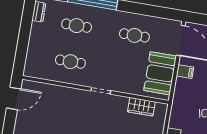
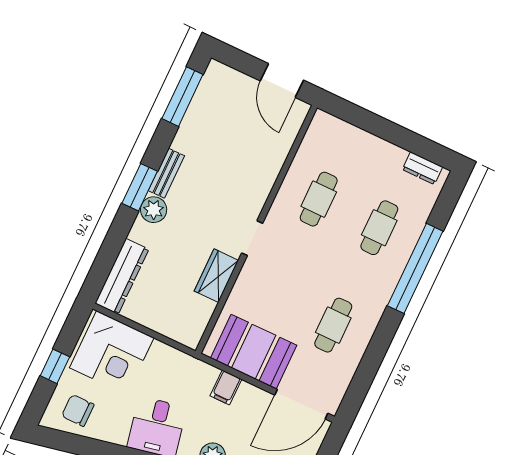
filing cabinet: (185, 72) -> (226, 387), moved
wardrobe: (141, 107) -> (216, 276), moved

